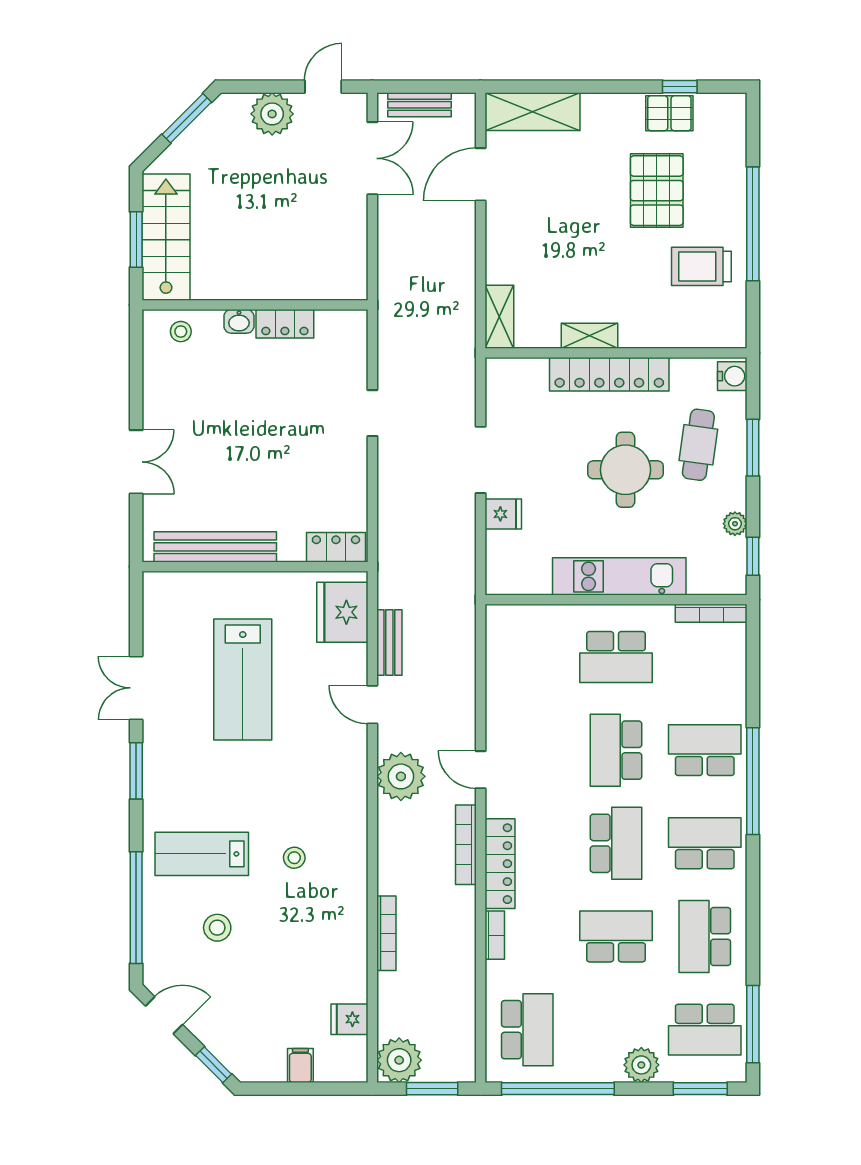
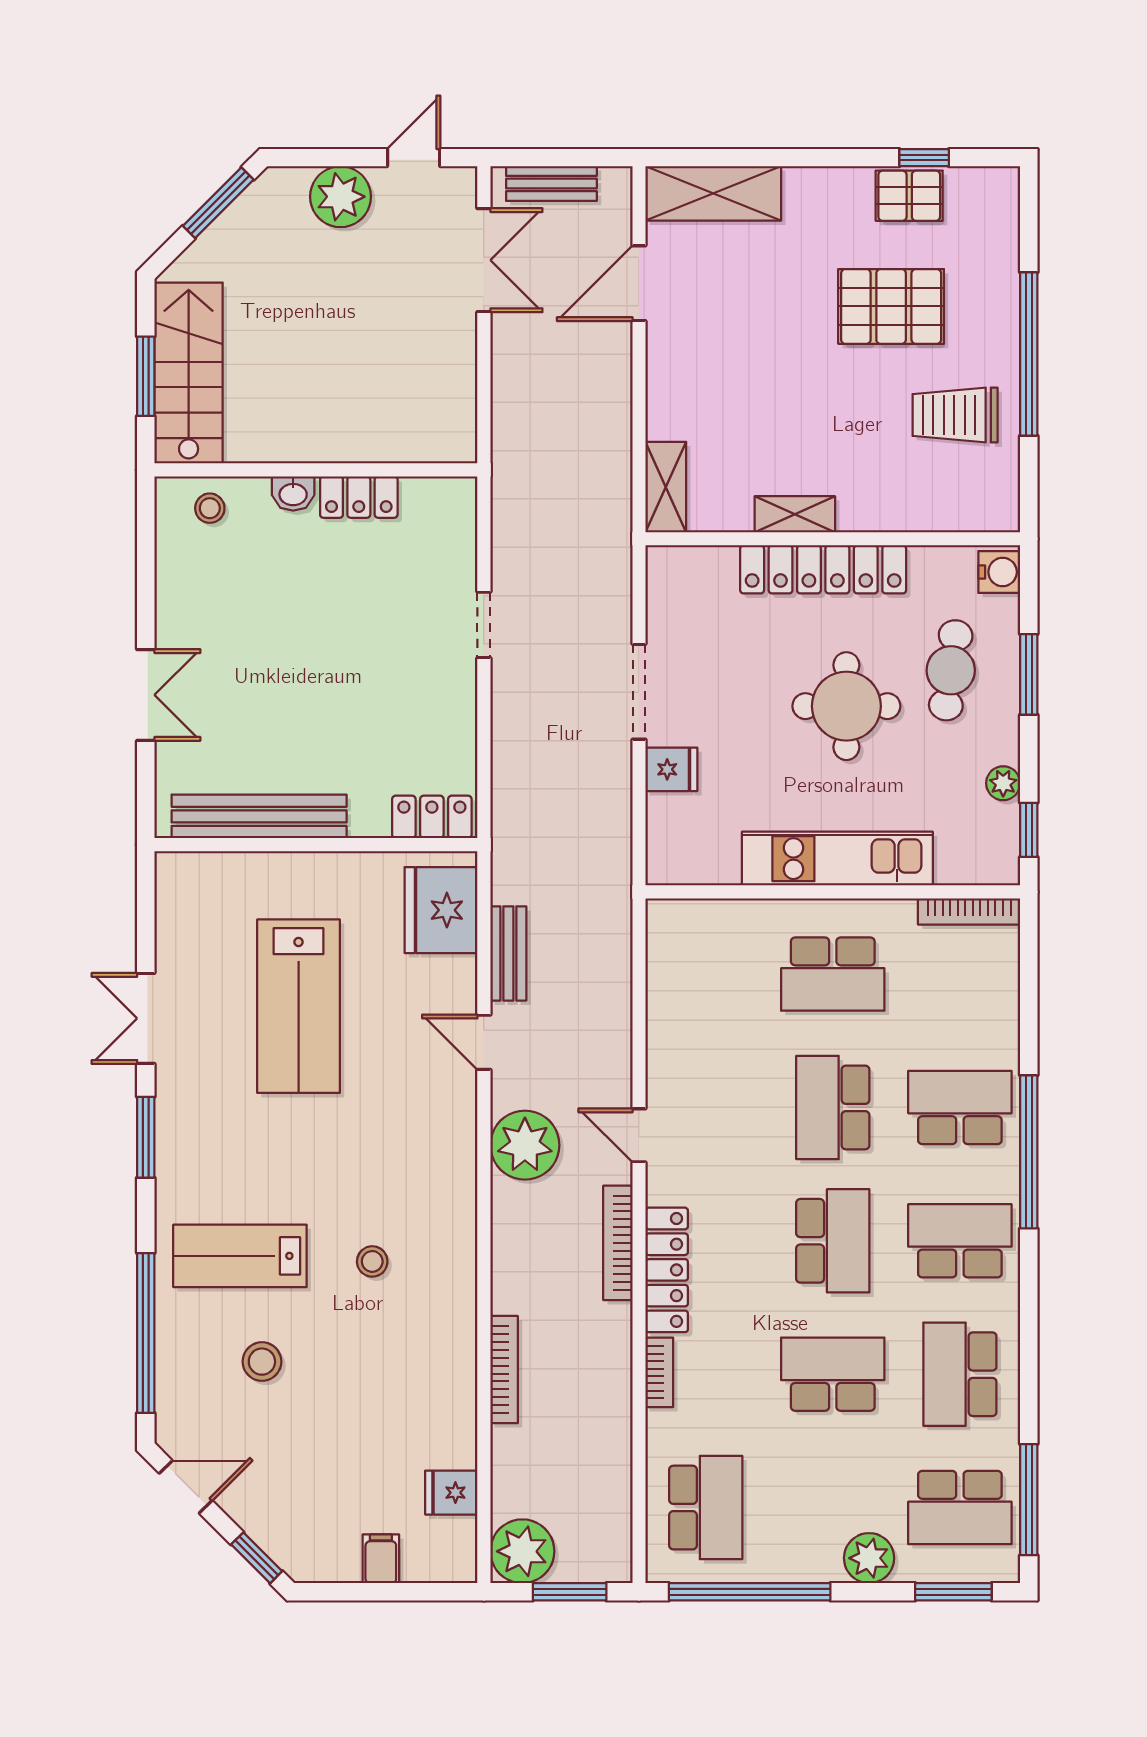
pallet: (657, 191) -> (891, 306), turned 90

